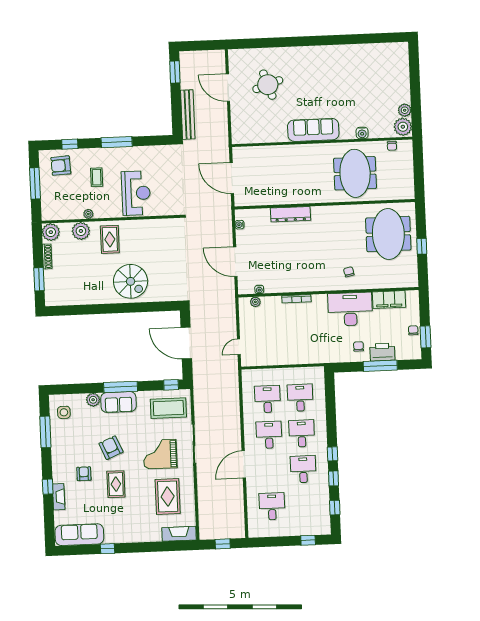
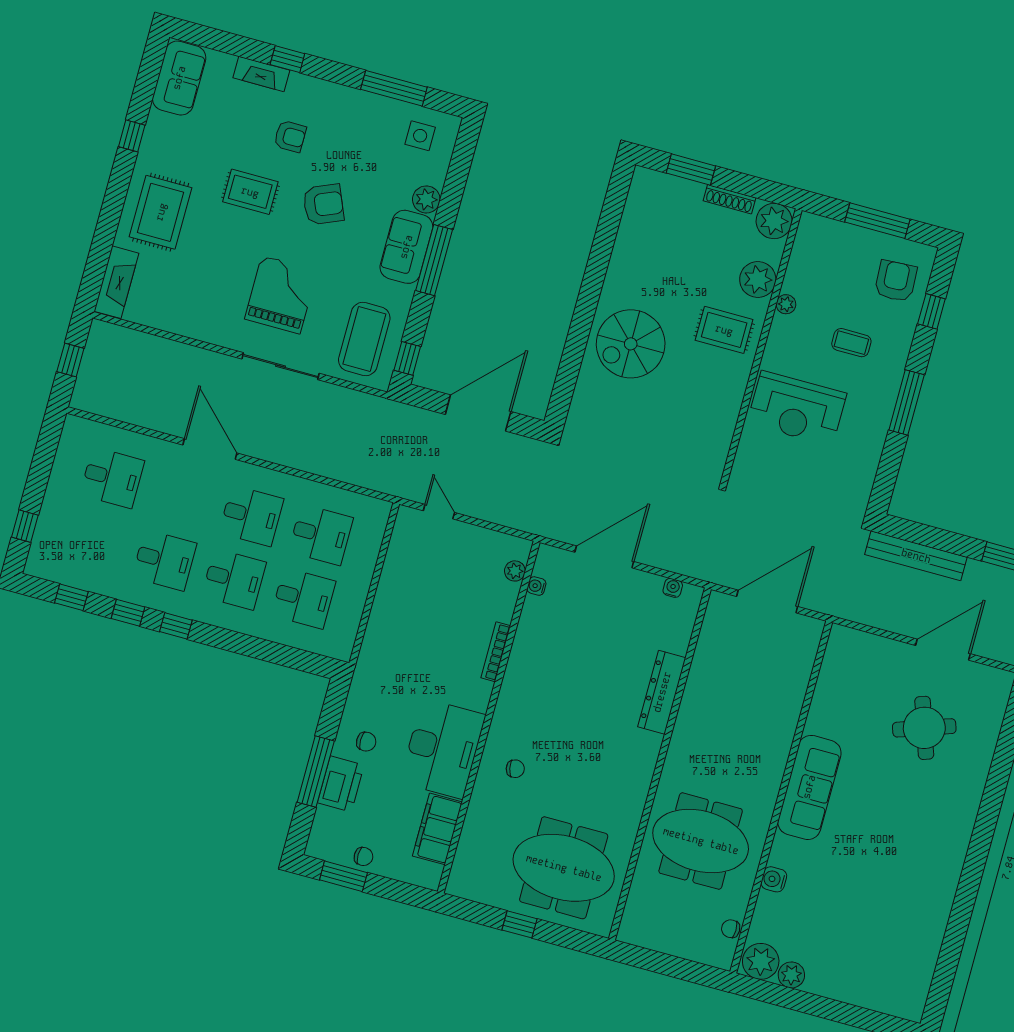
rug: (168, 497) -> (161, 212), moved, turned 90
sofa: (79, 535) -> (179, 78), width x0.73

